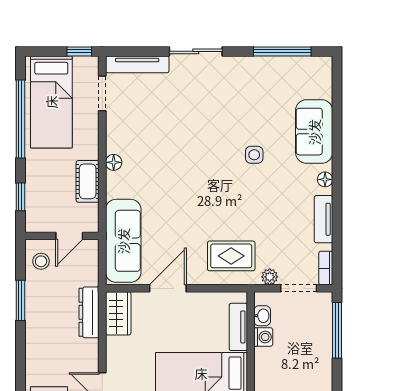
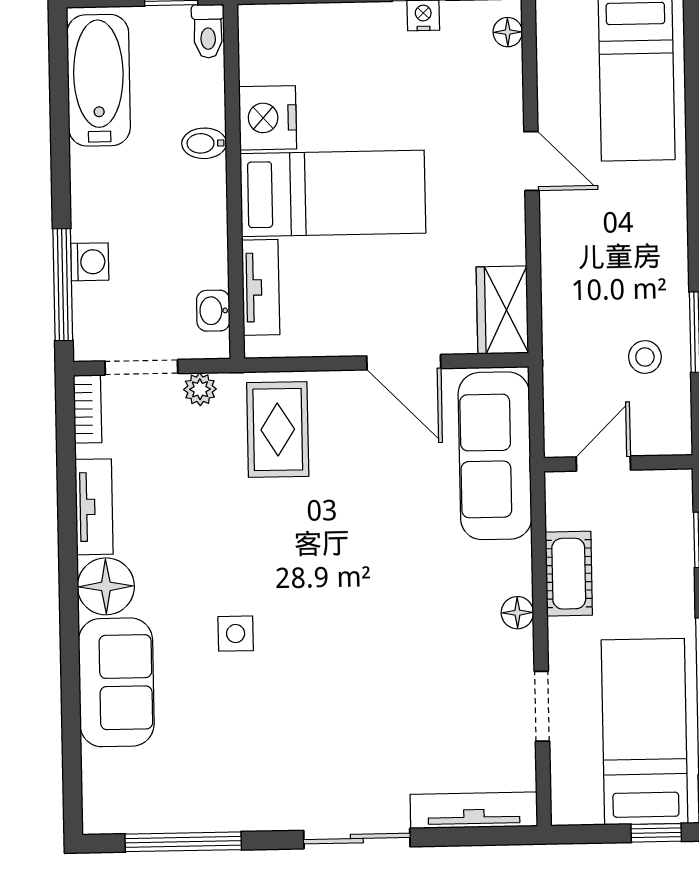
window: (79, 51) -> (656, 833), moved
doorway: (102, 93) -> (542, 706), moved
floor lamp: (325, 179) -> (106, 586), width x1.89, depth x1.89
rug: (231, 256) -> (278, 429), turned 90
stool: (41, 261) -> (645, 357), moved
door: (168, 288) -> (404, 362), hinge flipped
dresser: (89, 312) -> (561, 311), removed
washing machine: (263, 337) -> (90, 262), moved, turned 180

